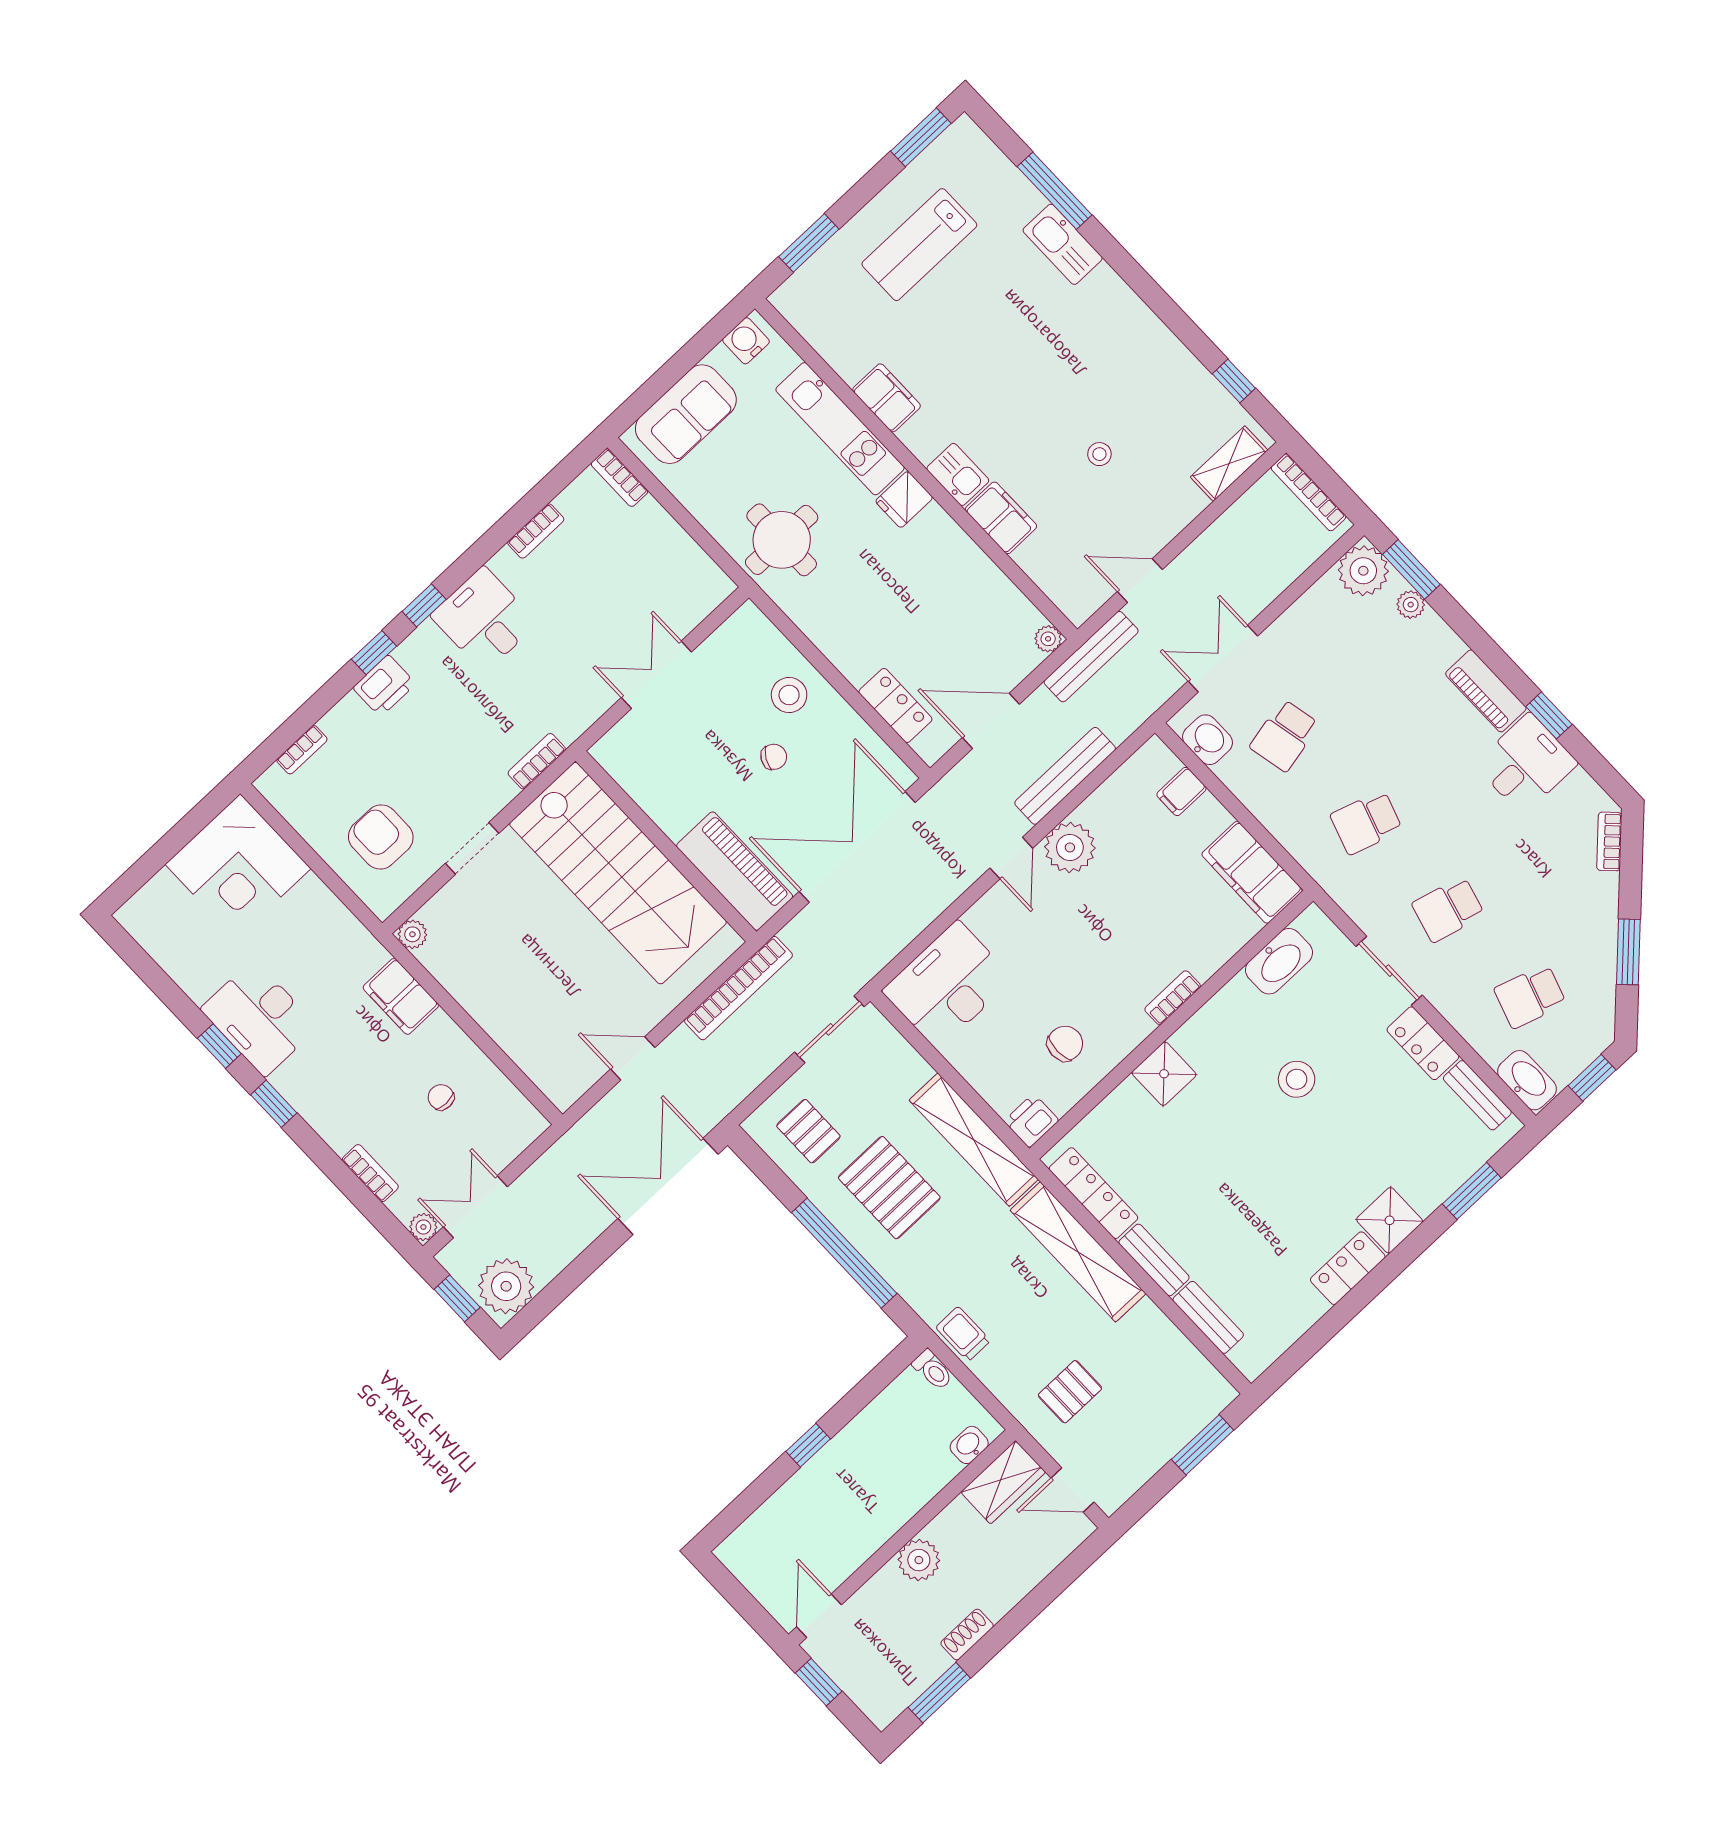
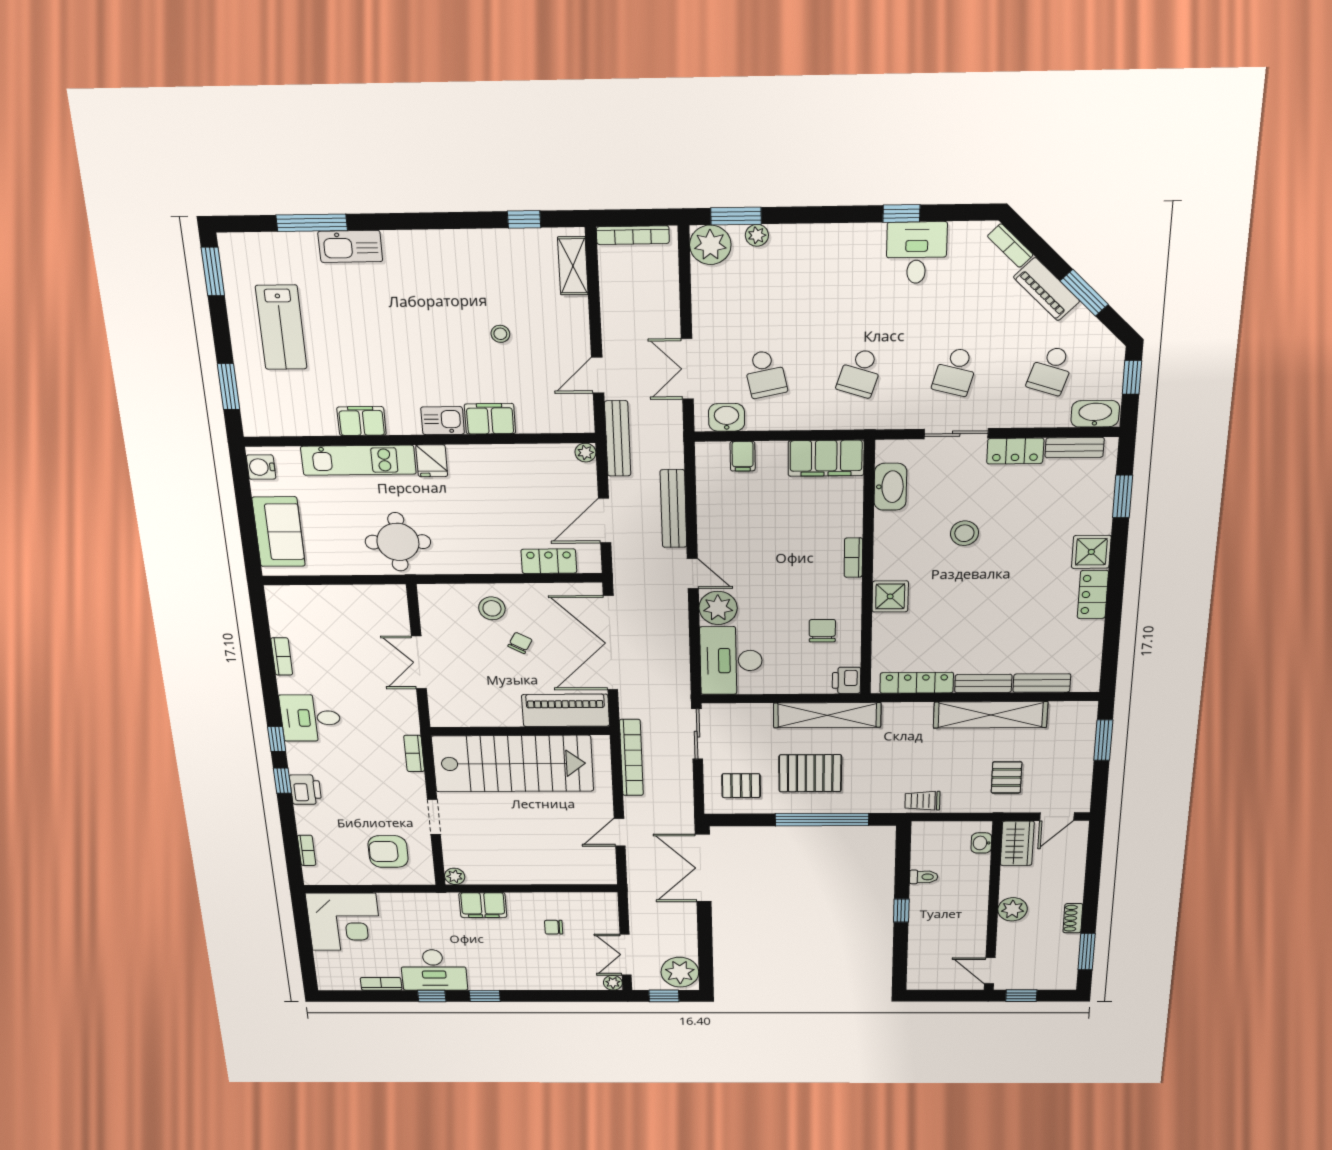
bookcase: (620, 478) -> (287, 593), removed
piano: (1486, 691) -> (1047, 289), moved, turned 45
plant: (1070, 847) -> (718, 608), moved
bookcase: (370, 1173) -> (381, 984), moved
shelving: (1078, 1252) -> (990, 715), moved
toilet: (933, 1370) -> (924, 877), moved

